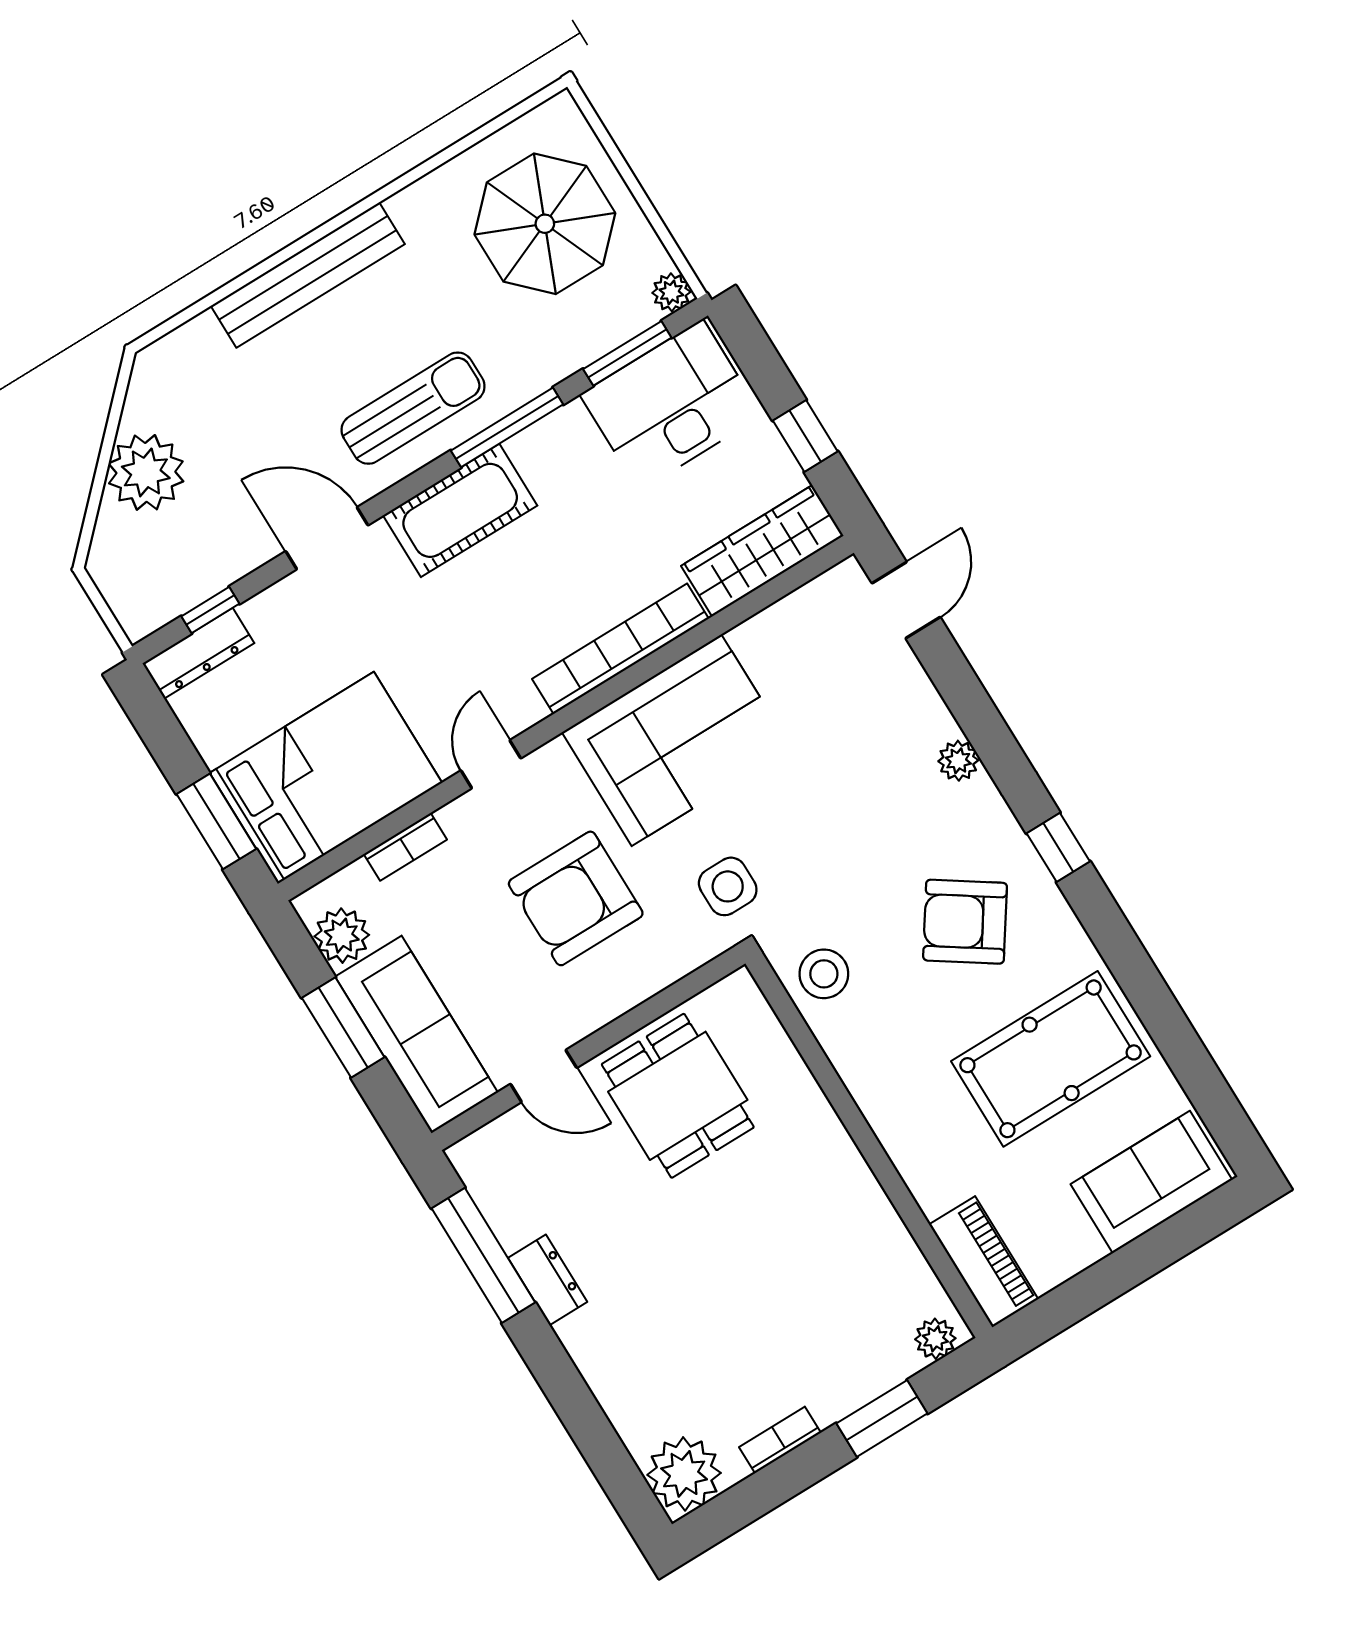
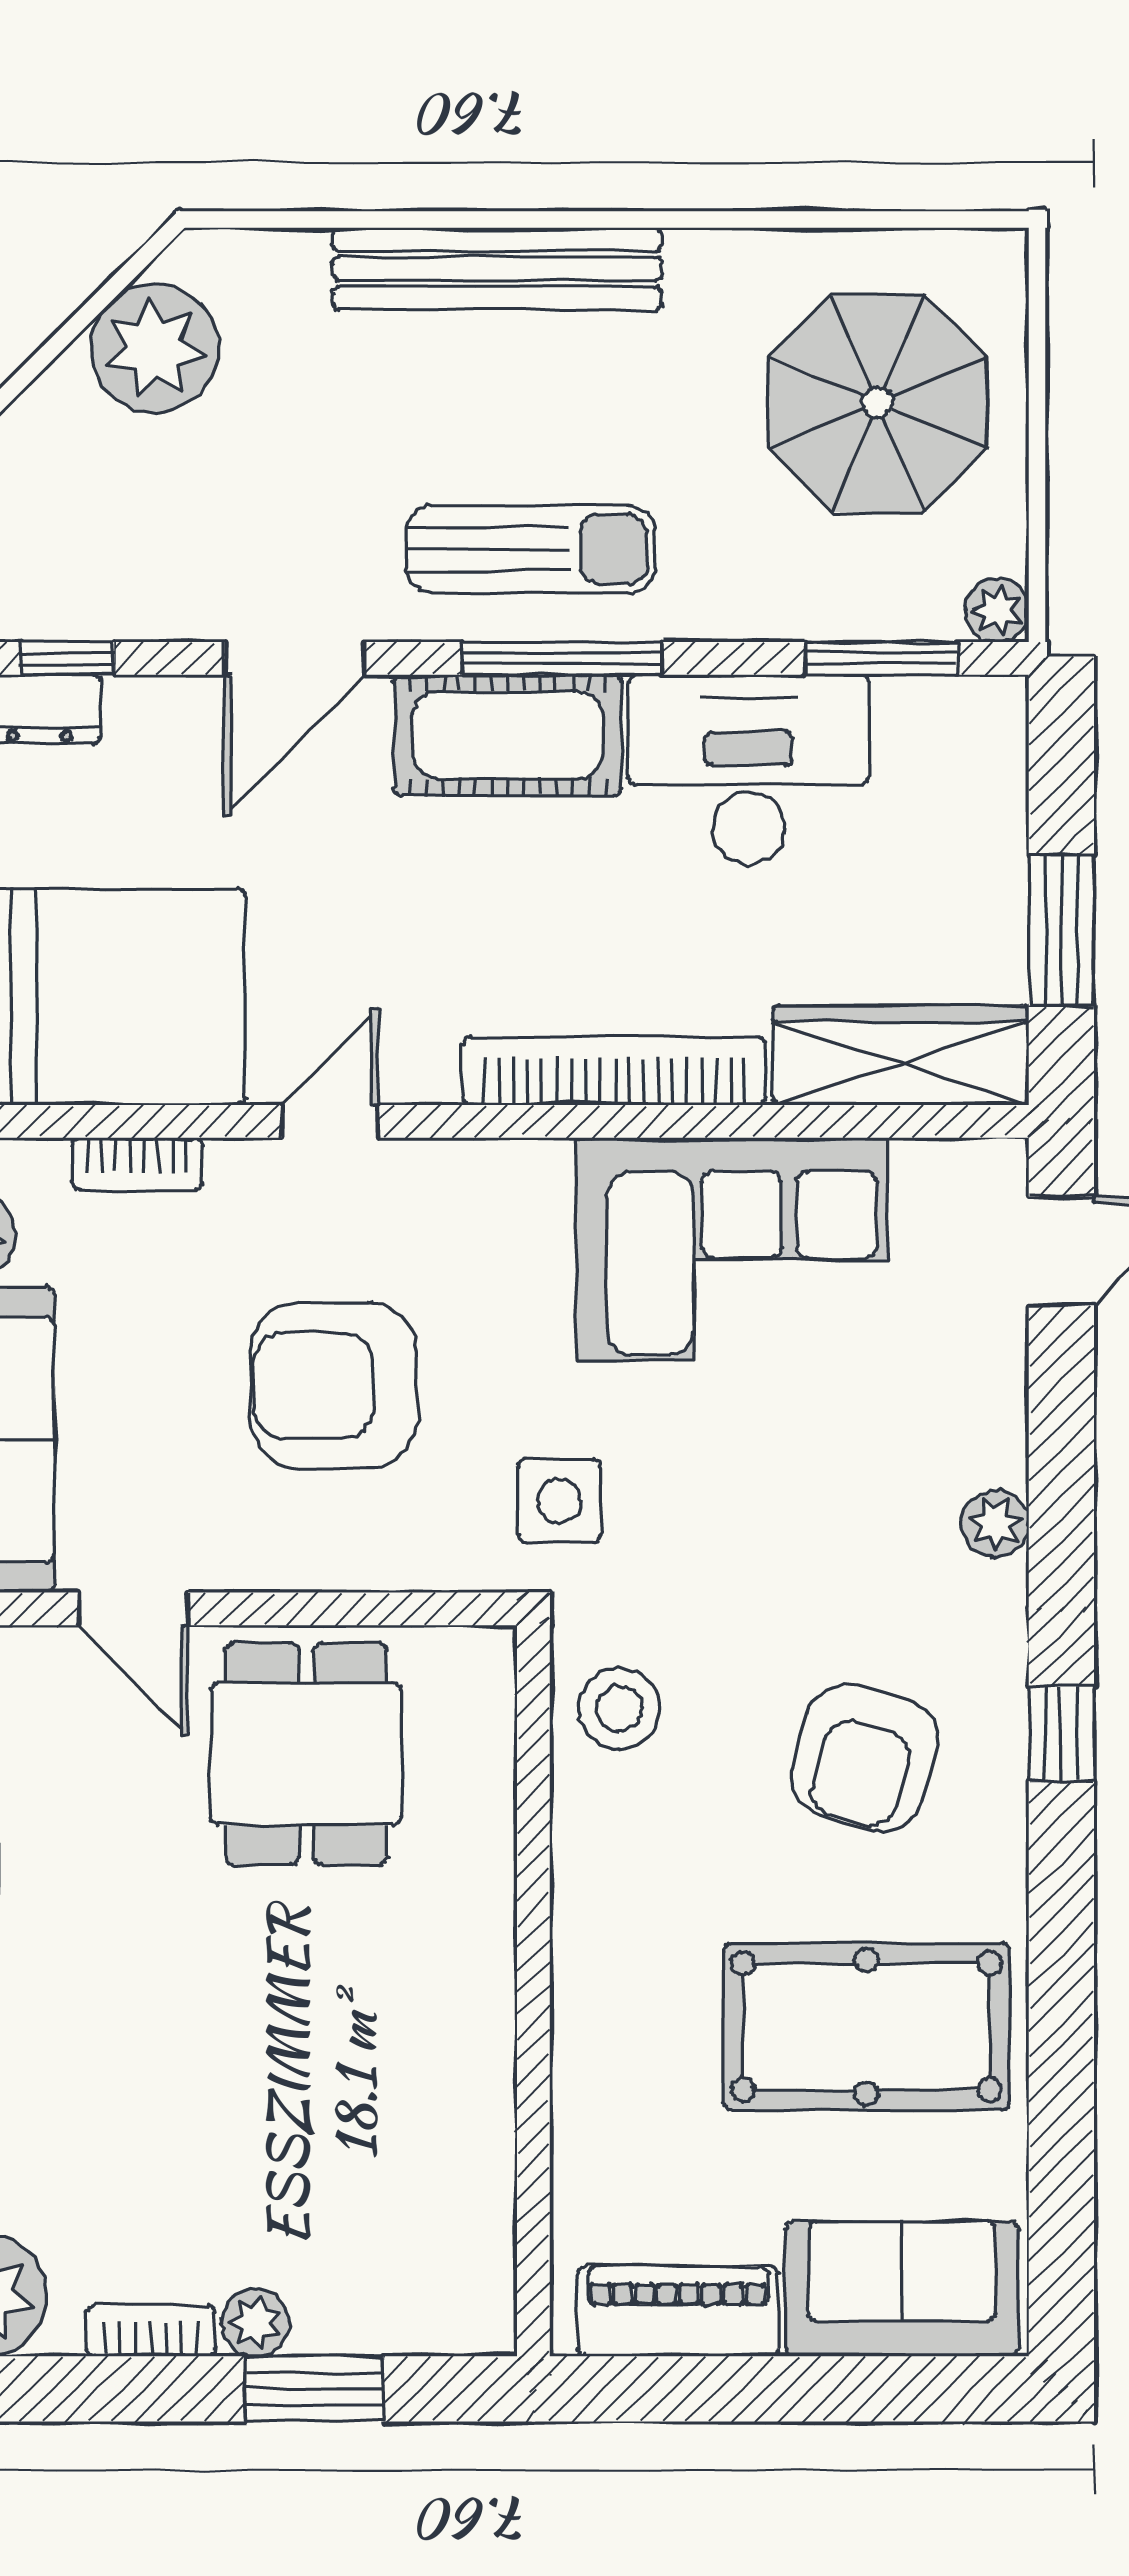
desk: (671, 405) -> (749, 769), moved
window: (507, 427) -> (562, 658), moved
window: (805, 436) -> (1061, 930), width x1.50
plant: (146, 472) -> (155, 348), moved
door: (327, 538) -> (295, 658), swing flipped
corner sofa: (676, 740) -> (731, 1249), moved
armchair: (965, 922) -> (865, 1758), turned -108
piano: (984, 1262) -> (678, 2311), moved, turned -90
plant: (935, 1339) -> (255, 2323), moved

